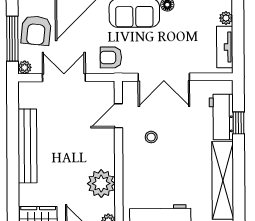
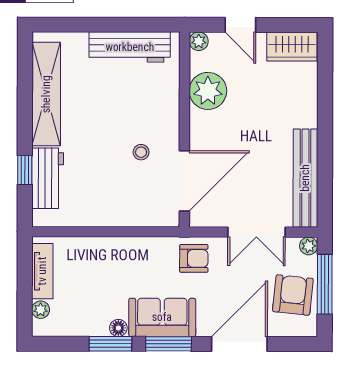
double door: (164, 77) -> (124, 232), removed
door: (118, 116) -> (184, 181), width x1.88
bench: (27, 146) -> (305, 178), moved

